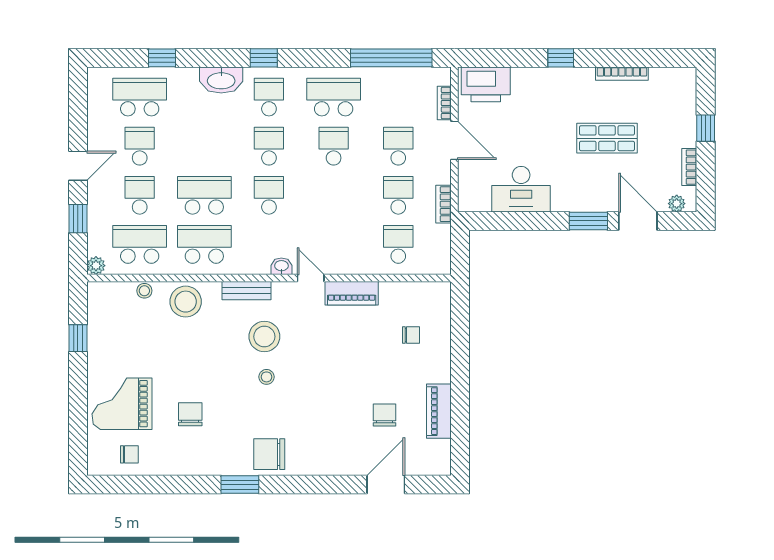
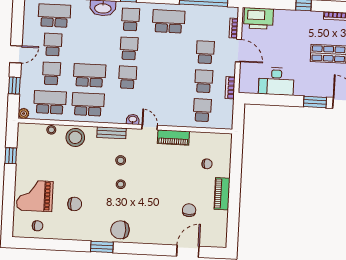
school desk: (334, 146) -> (167, 50), removed
stool: (264, 337) -> (121, 160), width x0.53, depth x0.53
piano: (439, 411) -> (222, 194), moved
chair: (190, 414) -> (75, 204), turned 90

